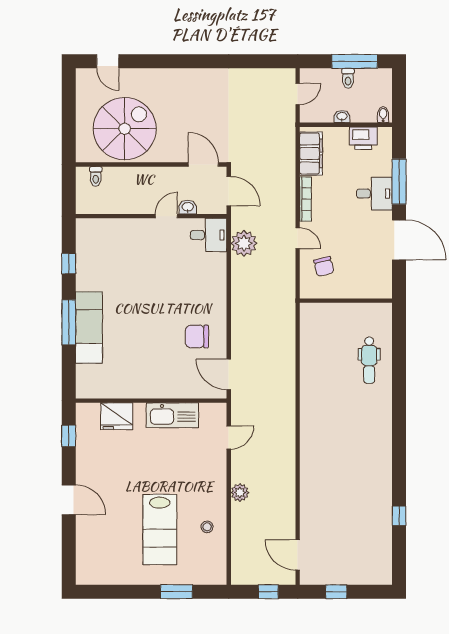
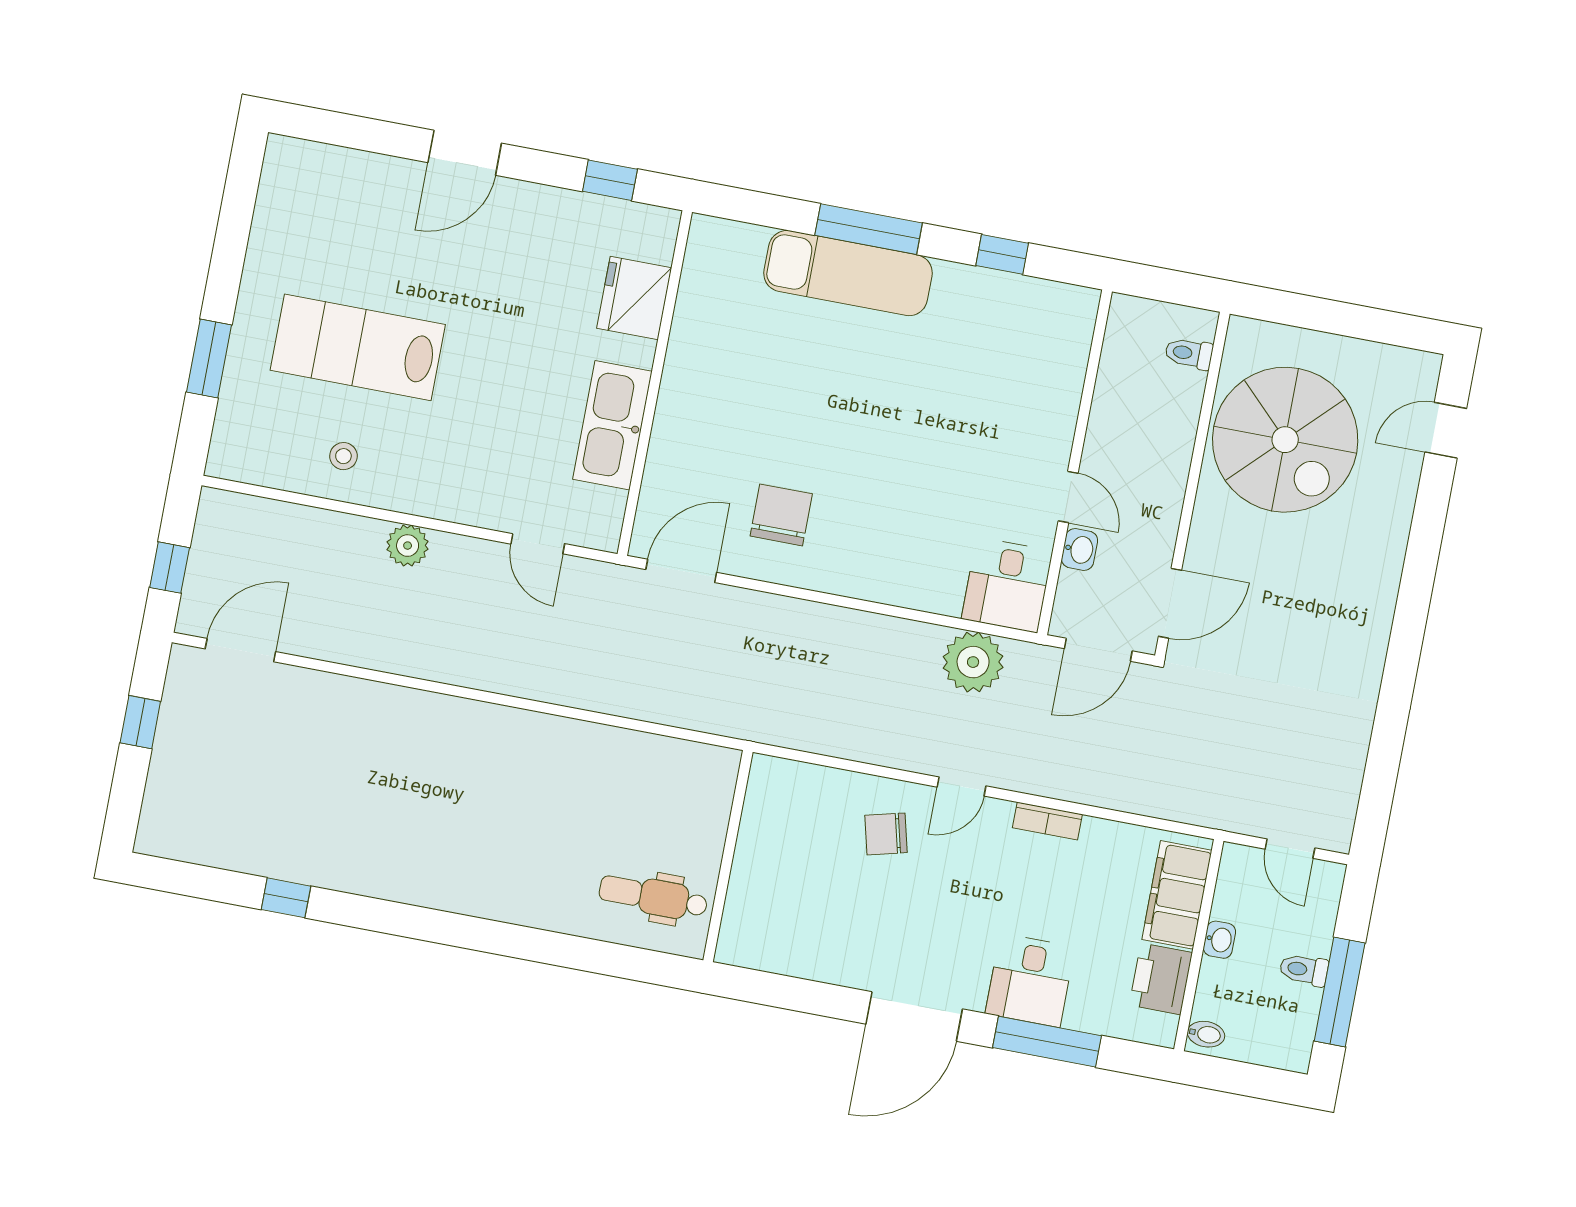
filing cabinet: (311, 154) -> (1177, 895), moved, turned 90
bookcase: (305, 199) -> (1047, 821), width x0.64
wall: (346, 301) -> (728, 856), moved

